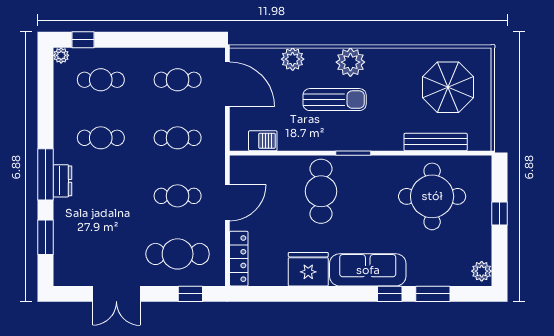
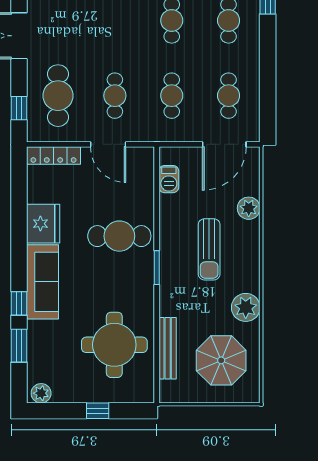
plant: (350, 62) -> (246, 307), moved

